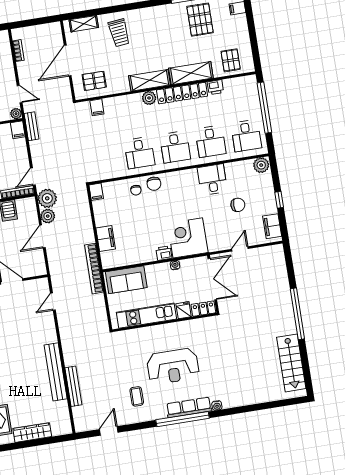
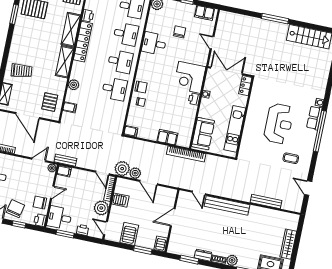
plant: (149, 98) -> (74, 85), moved
fridge: (184, 310) -> (241, 100), removed
window: (297, 314) -> (275, 19), width x0.68
bench: (56, 372) -> (227, 206), moved
row of seats: (189, 407) -> (314, 118), width x0.68

